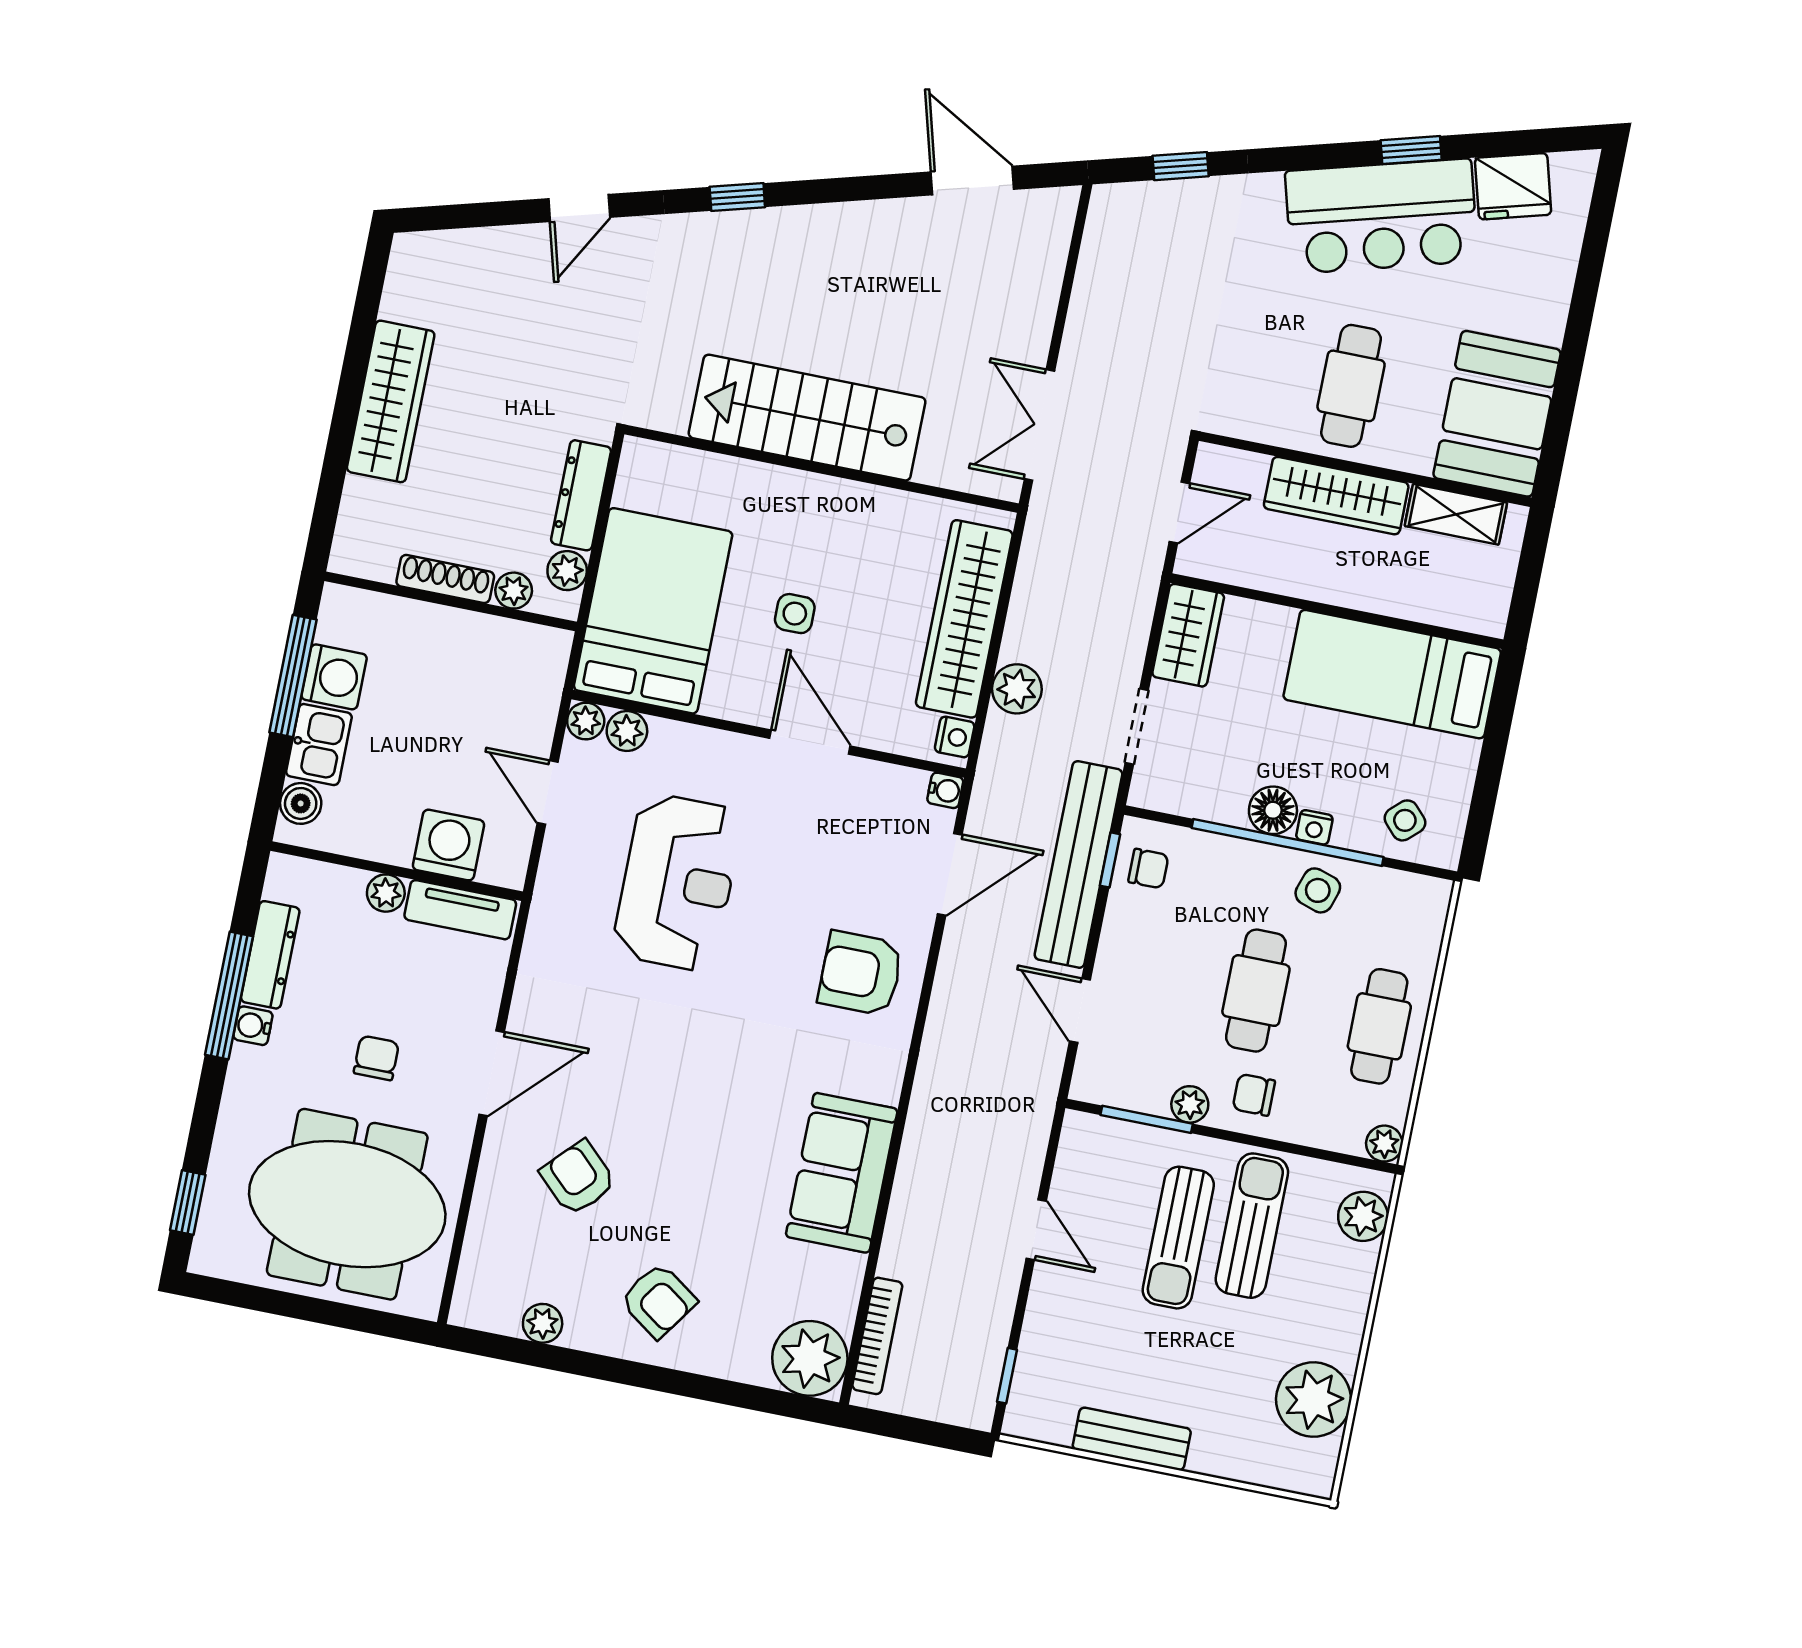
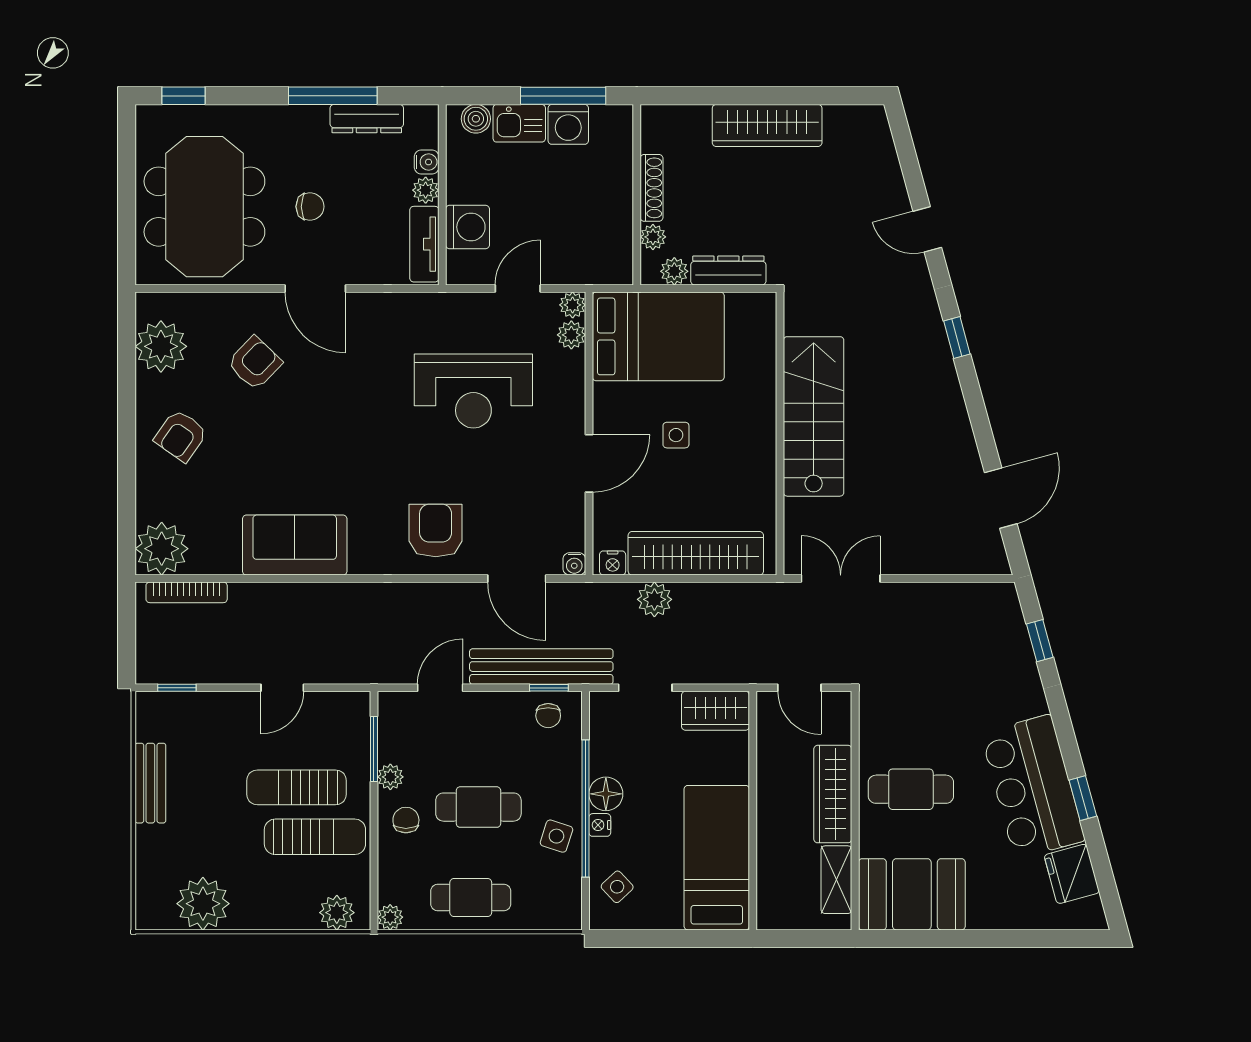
water cooler: (253, 1026) -> (427, 162), moved, turned 90
plant: (543, 1323) -> (161, 346), width x1.88, depth x1.88

